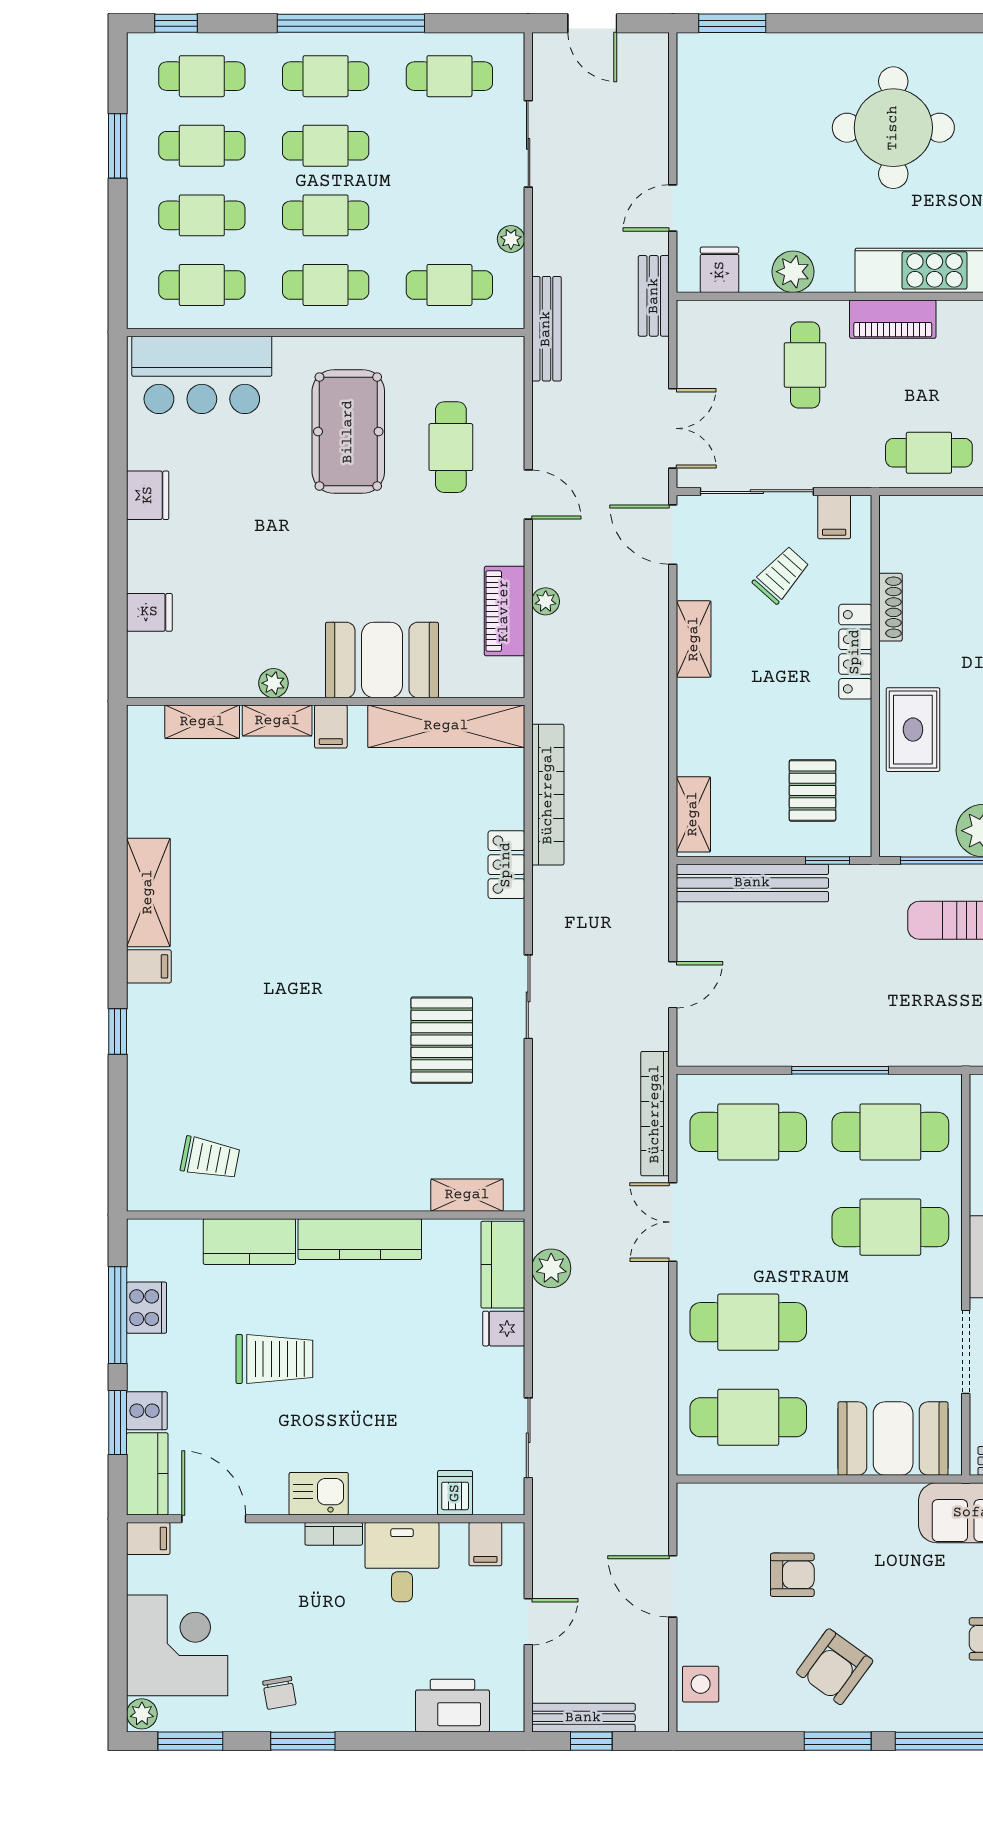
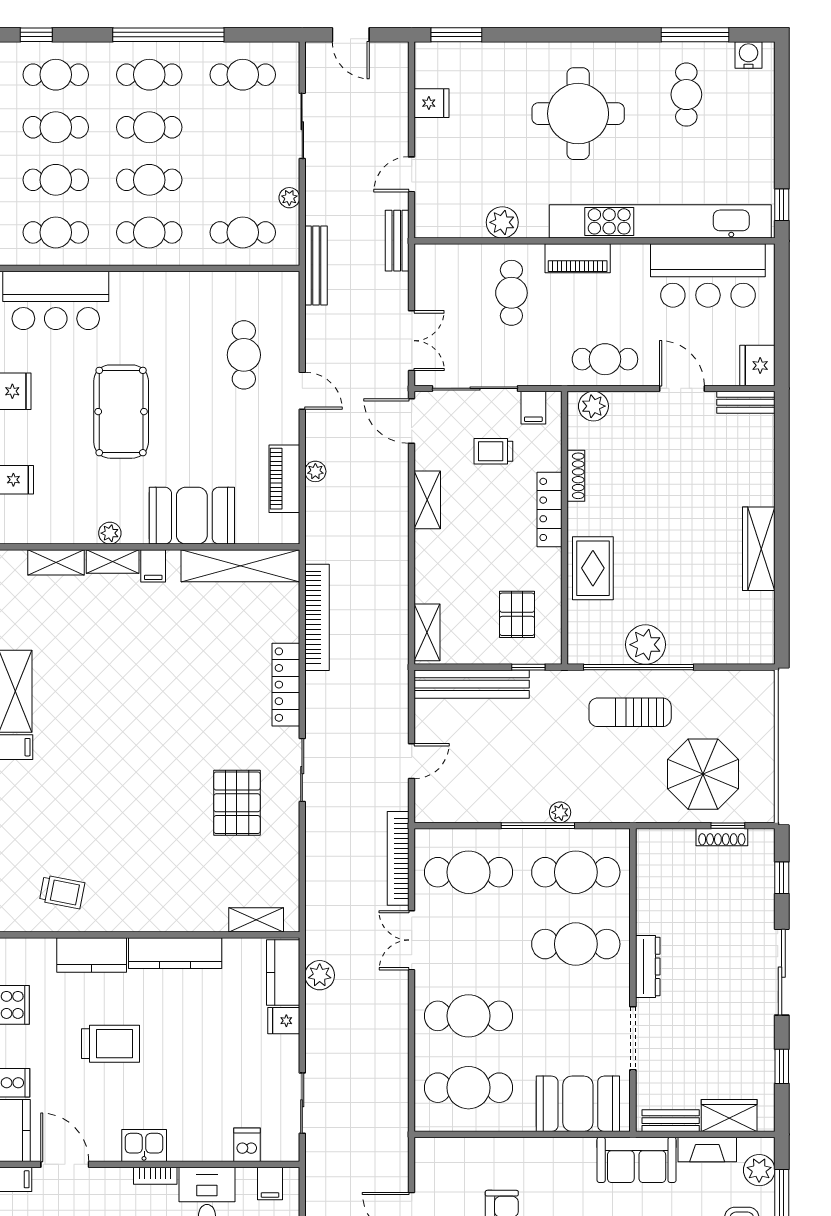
fridge: (720, 270) -> (432, 103), moved, turned 90
pool table: (348, 432) -> (121, 412), moved
plant: (914, 515) -> (593, 406), added
trolley: (781, 575) -> (493, 451), turned -132
locker: (506, 865) -> (286, 685), width x1.53
plant: (869, 1053) -> (560, 812), added

